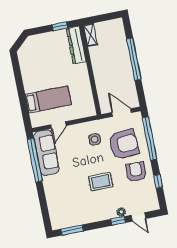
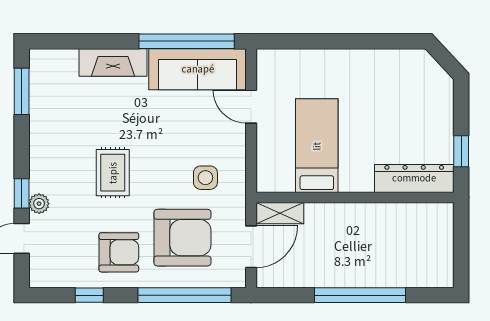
shelving: (91, 35) -> (280, 213), moved
bed: (48, 99) -> (317, 146), moved, turned 180
armchair: (124, 144) -> (182, 238), turned -85
fireplace: (51, 191) -> (113, 62), added

